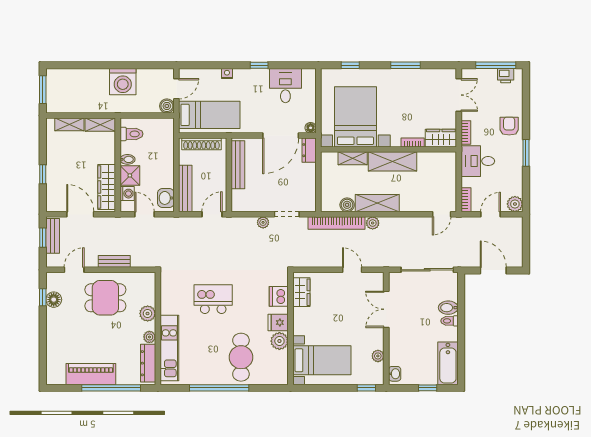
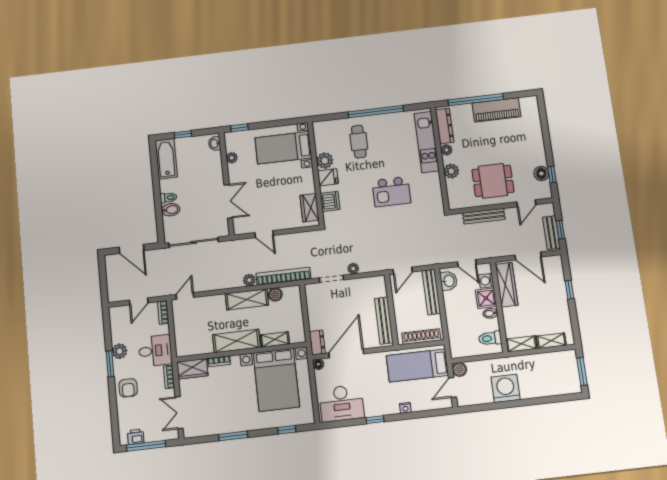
desk: (285, 86) -> (341, 403), width x1.37
plant: (515, 204) -> (120, 351), moved
bench: (114, 261) -> (484, 216), width x1.36
cafe table: (241, 357) -> (359, 142), width x0.73, depth x0.74

